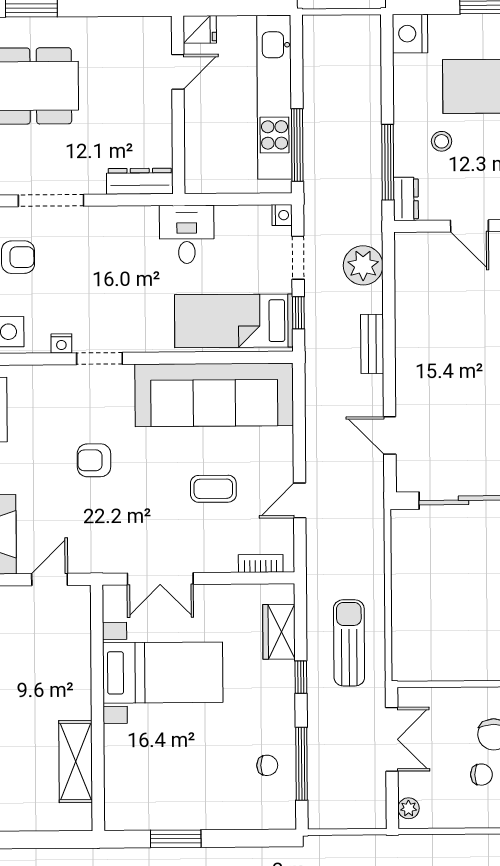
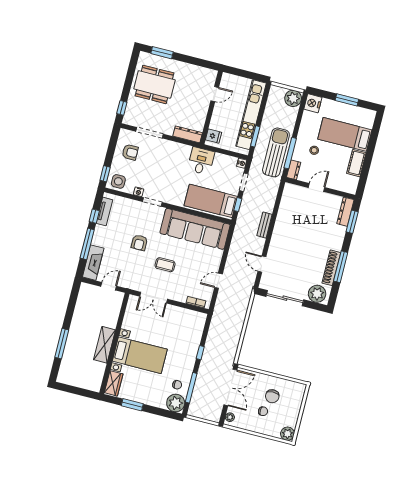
fridge: (200, 29) -> (214, 136), moved
window: (297, 145) -> (255, 136), width x0.69
door: (469, 226) -> (316, 188), swing flipped
plant: (363, 265) -> (293, 98), moved
armchair: (94, 460) -> (139, 243), turned -90
coffee table: (213, 489) -> (165, 265), moved
wardrobe: (279, 632) -> (114, 383), moved, turned 180
sun lounger: (349, 643) -> (276, 152), moved, width x1.36, depth x1.34
bed with nightstands: (163, 673) -> (140, 355), moved
double door: (392, 739) -> (230, 387), width x1.37
shelving: (76, 762) -> (104, 345), moved
plant: (275, 808) -> (176, 403), added

